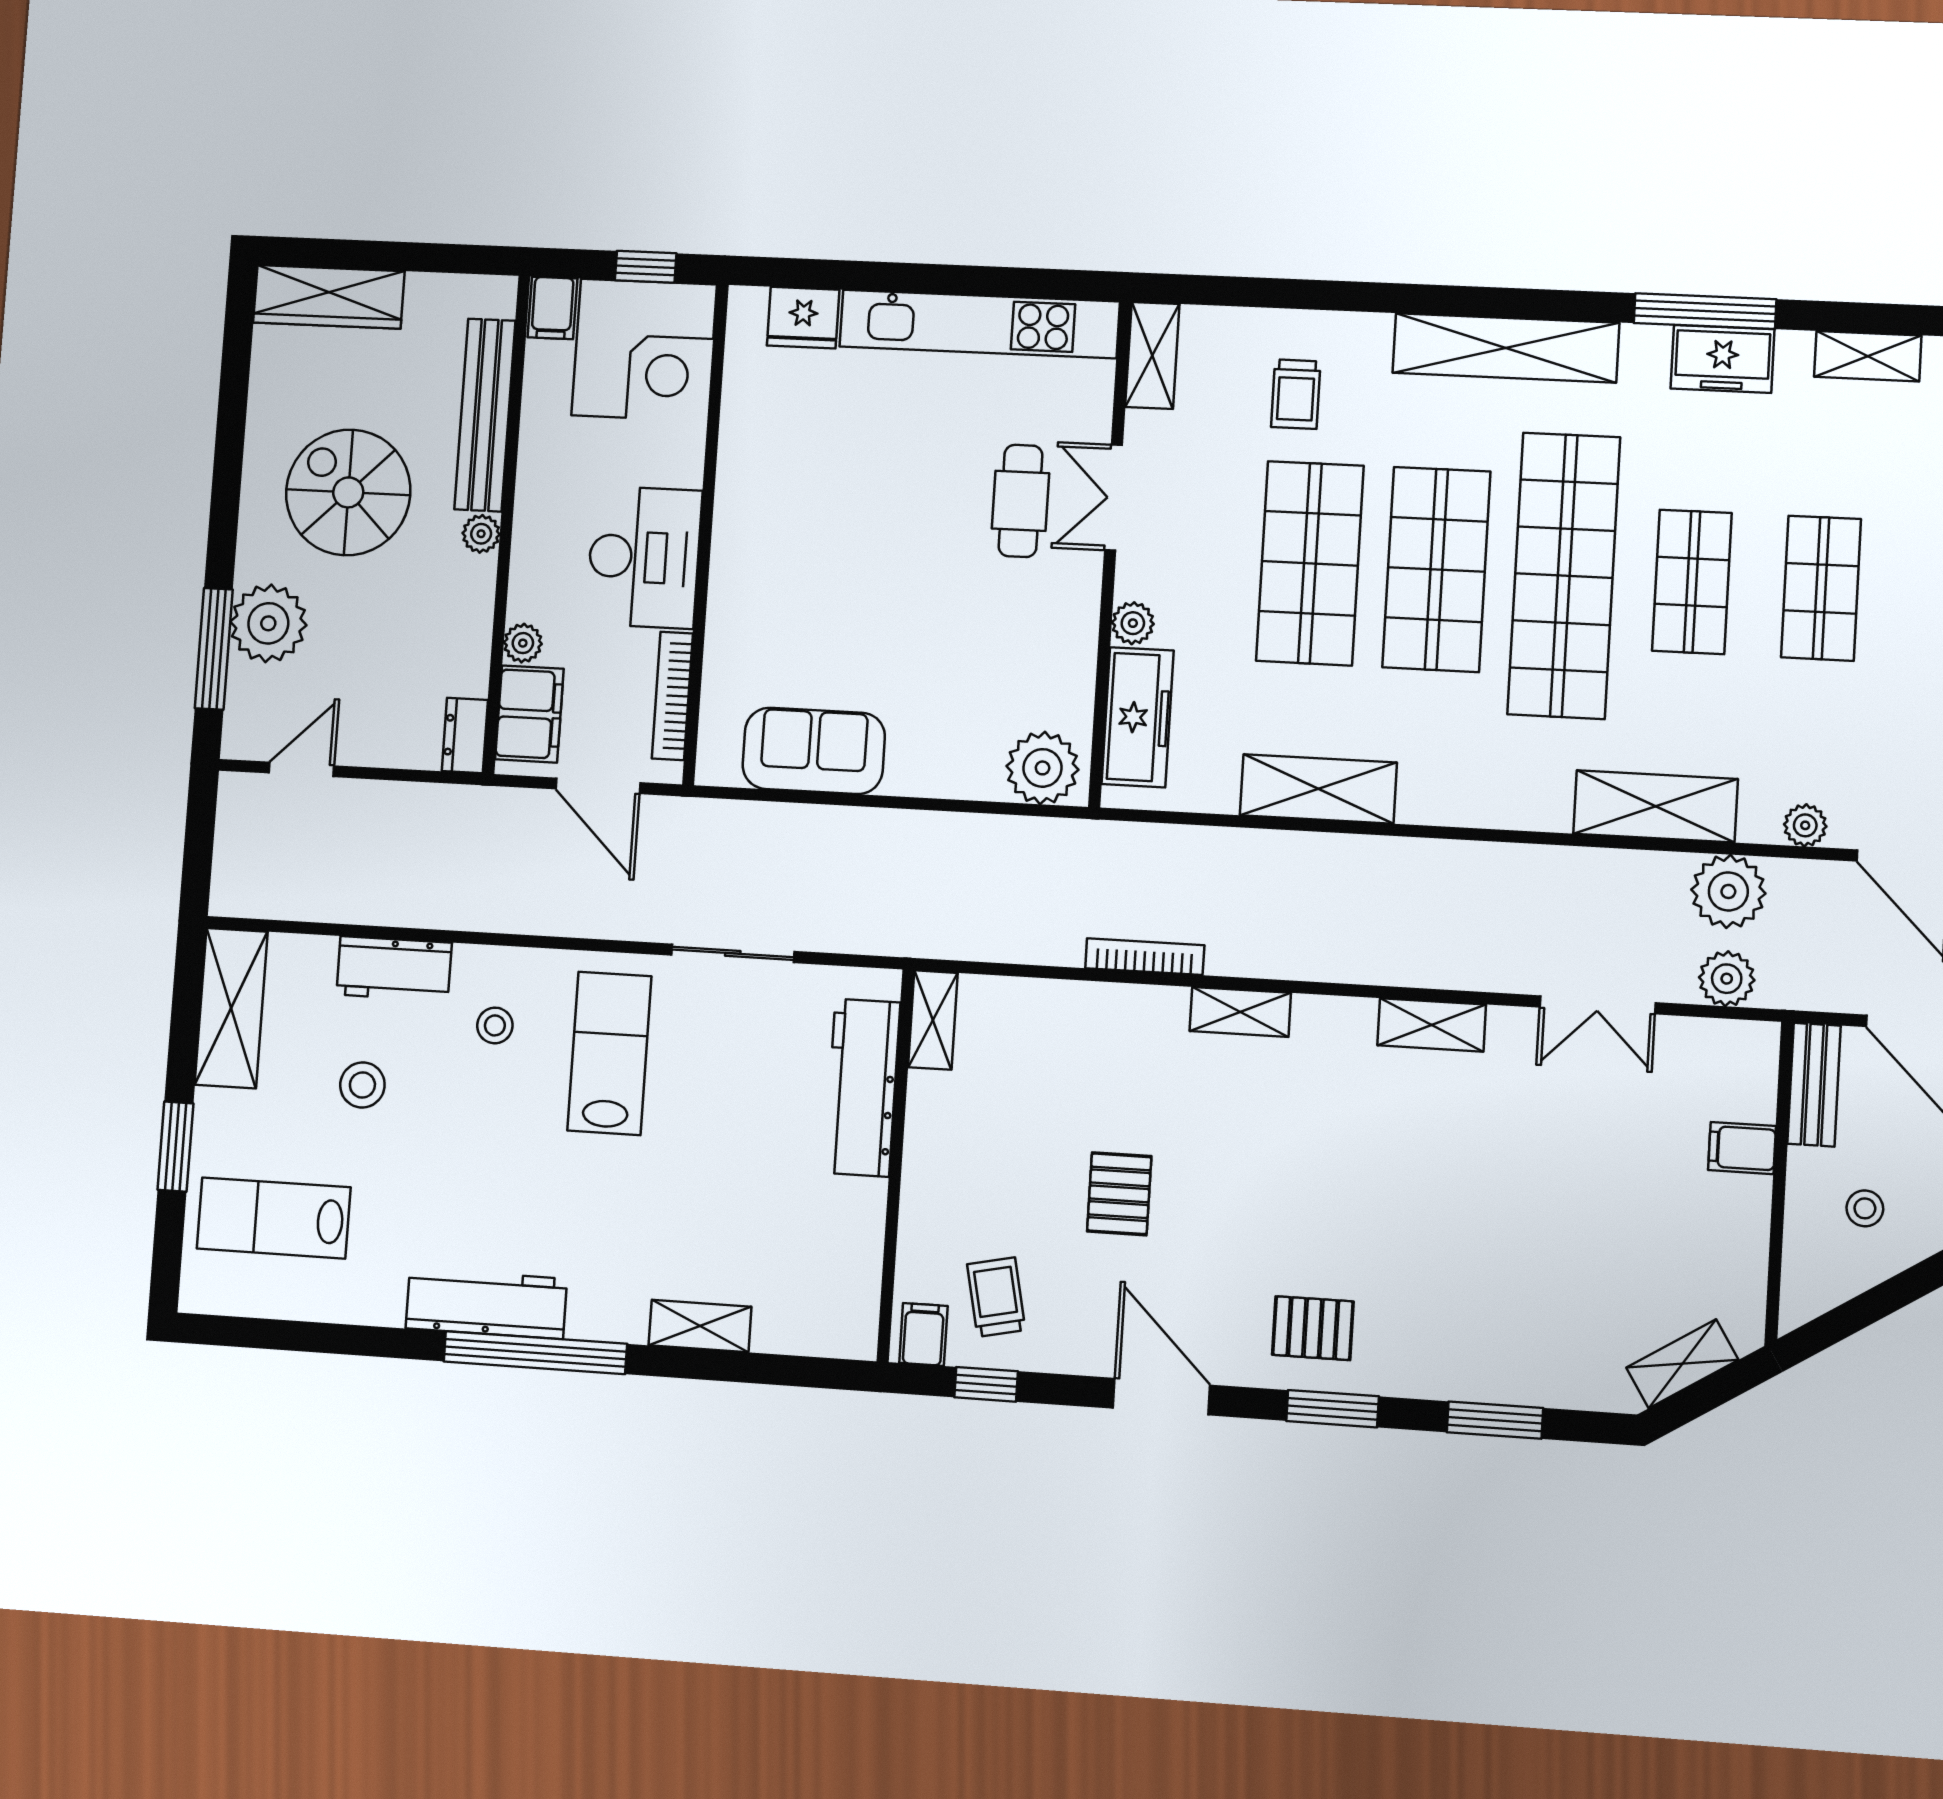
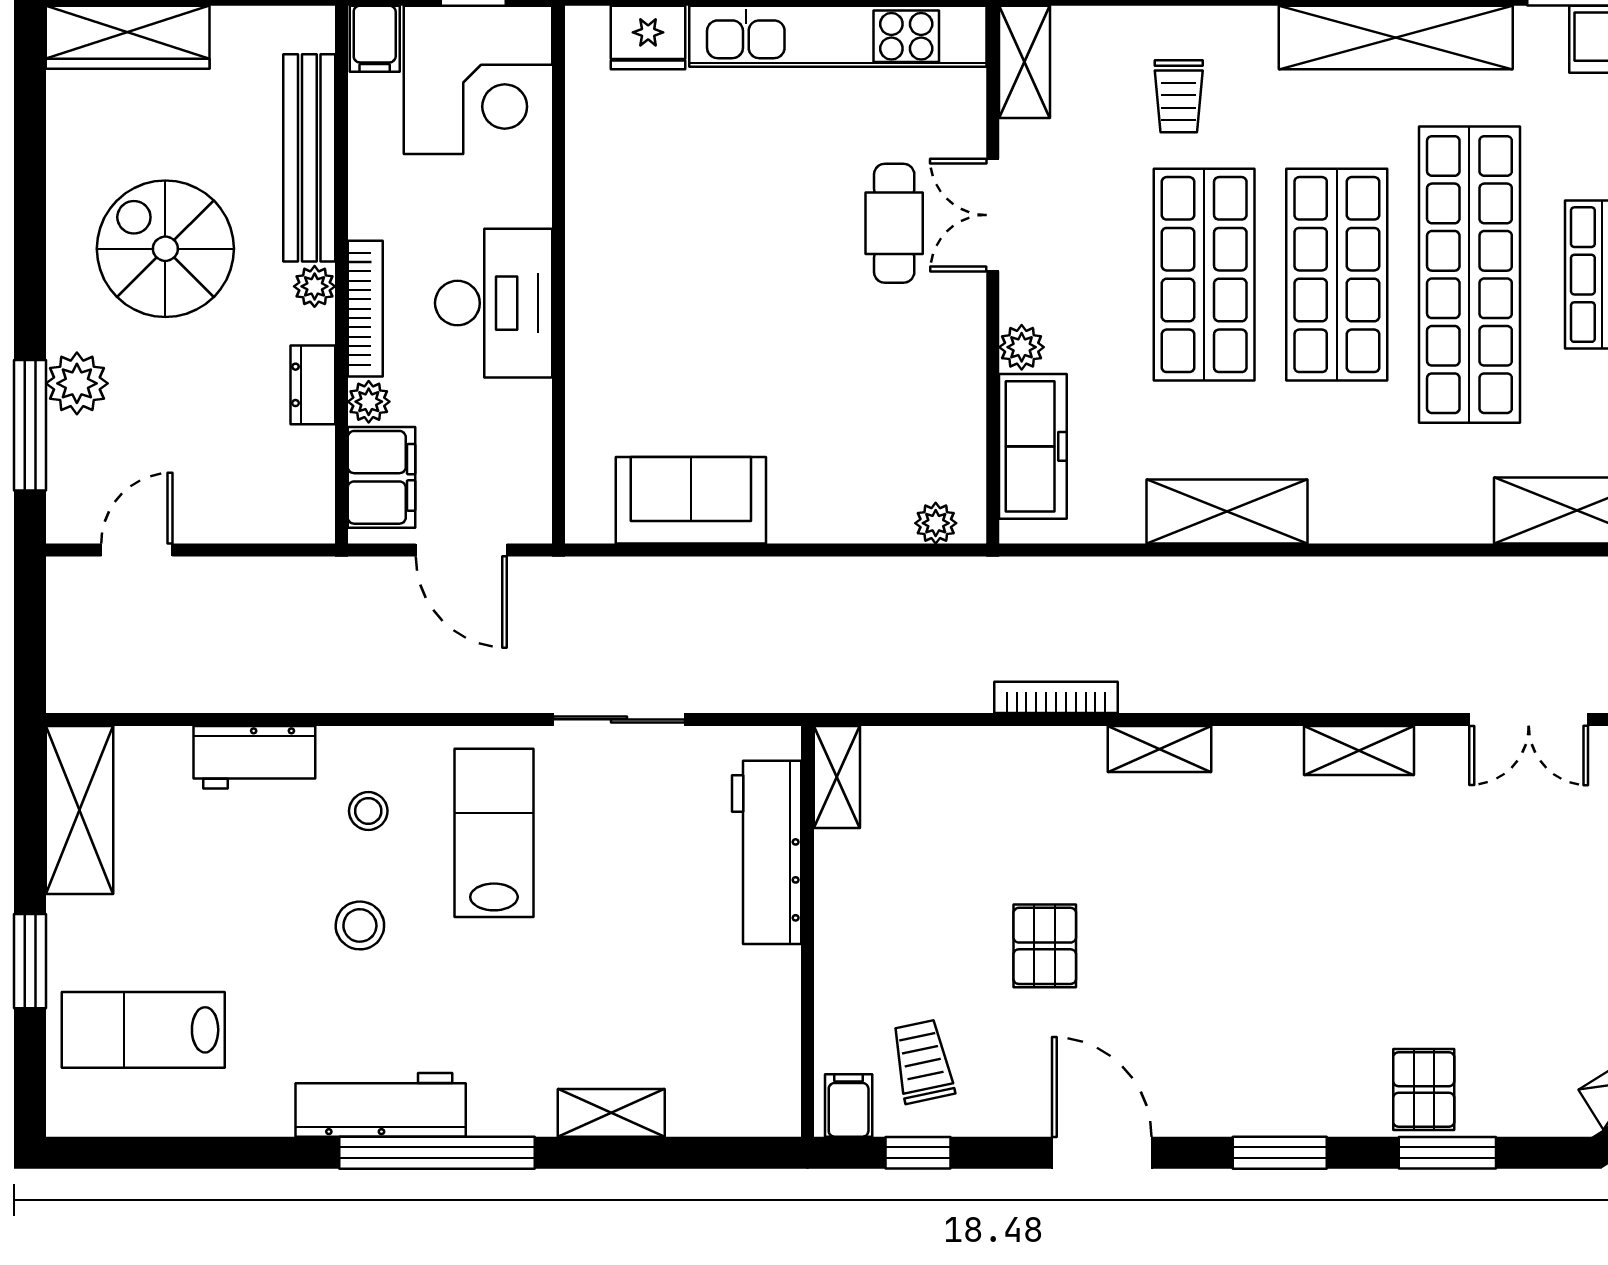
plant: (268, 623) -> (77, 383), width x0.73, depth x0.73
bookcase: (672, 696) -> (365, 309), moved, turned 180
dresser: (465, 736) -> (313, 385), moved
plant: (1043, 768) -> (936, 523), width x0.53, depth x0.53
stool: (362, 1085) -> (360, 925), moved
pallet: (1313, 1328) -> (1424, 1089), moved, turned 90

